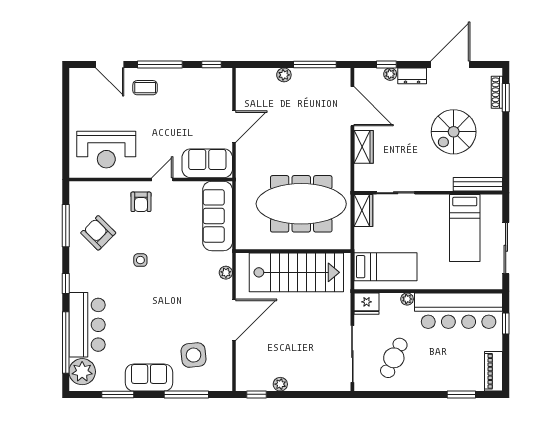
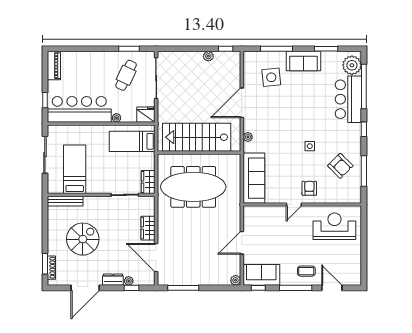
plant: (284, 75) -> (236, 280), moved
sofa: (207, 163) -> (261, 275), moved, turned 180
window: (461, 394) -> (129, 49), moved

